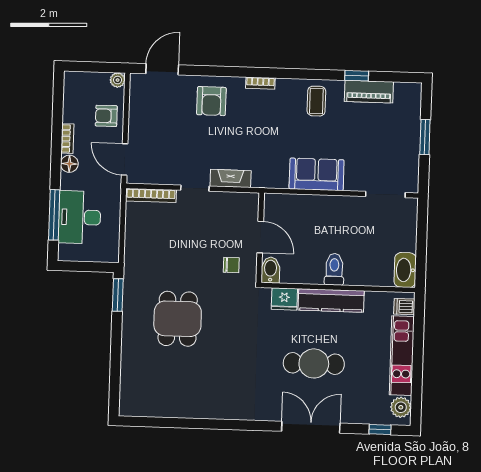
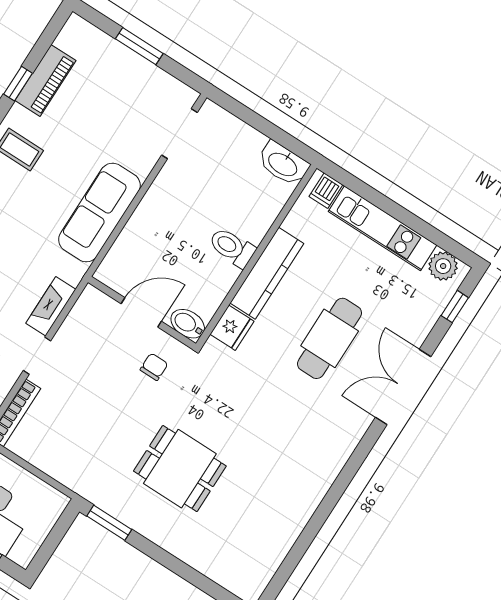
sofa: (317, 174) -> (99, 213), width x1.36

